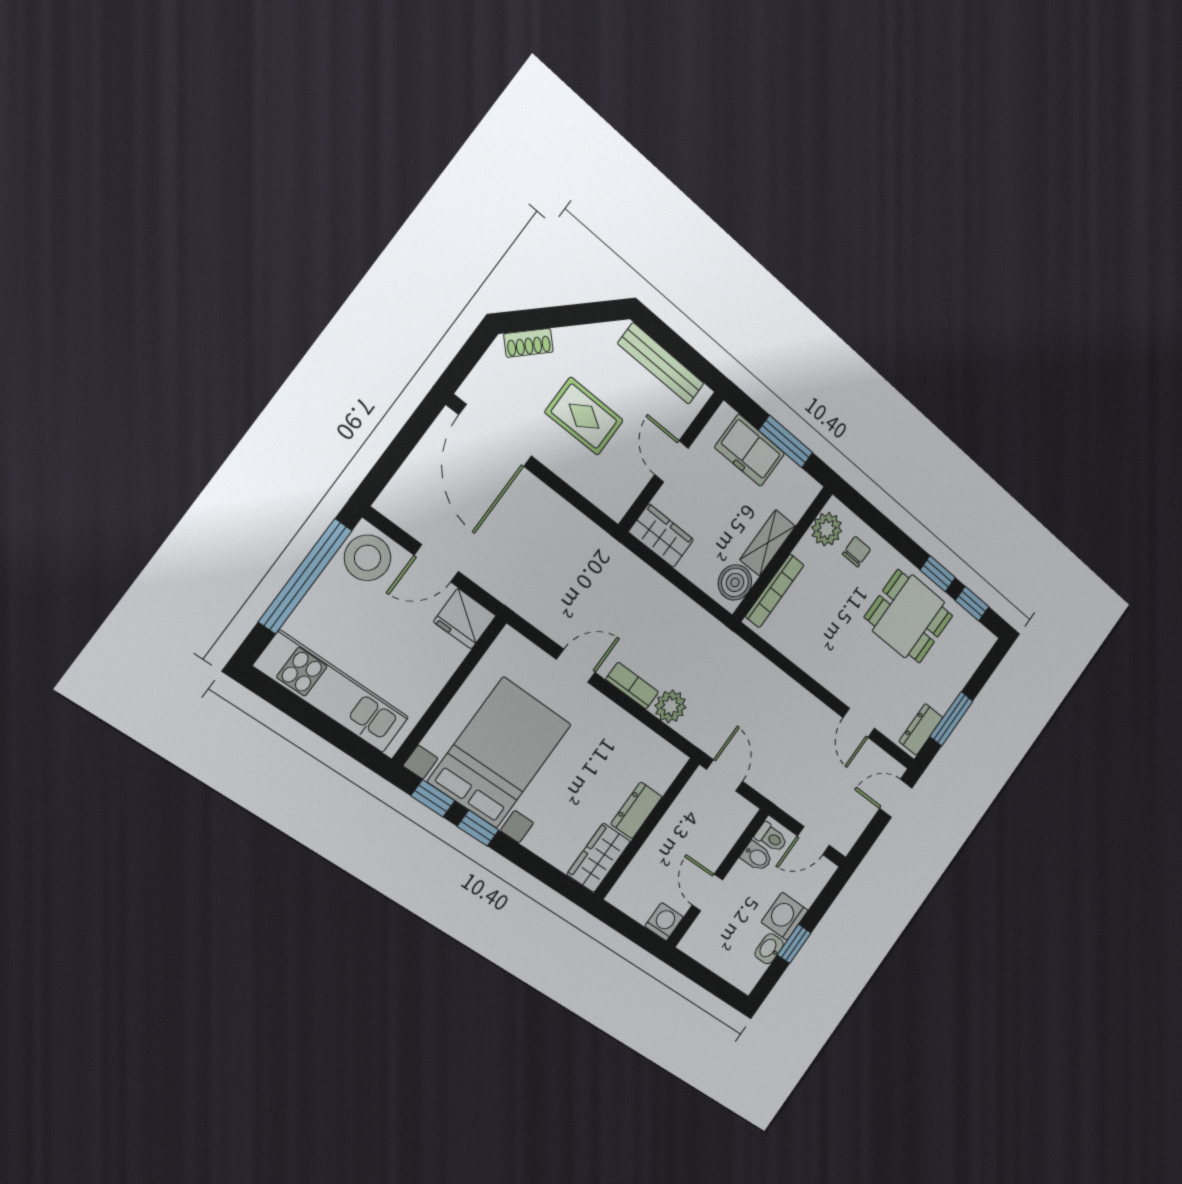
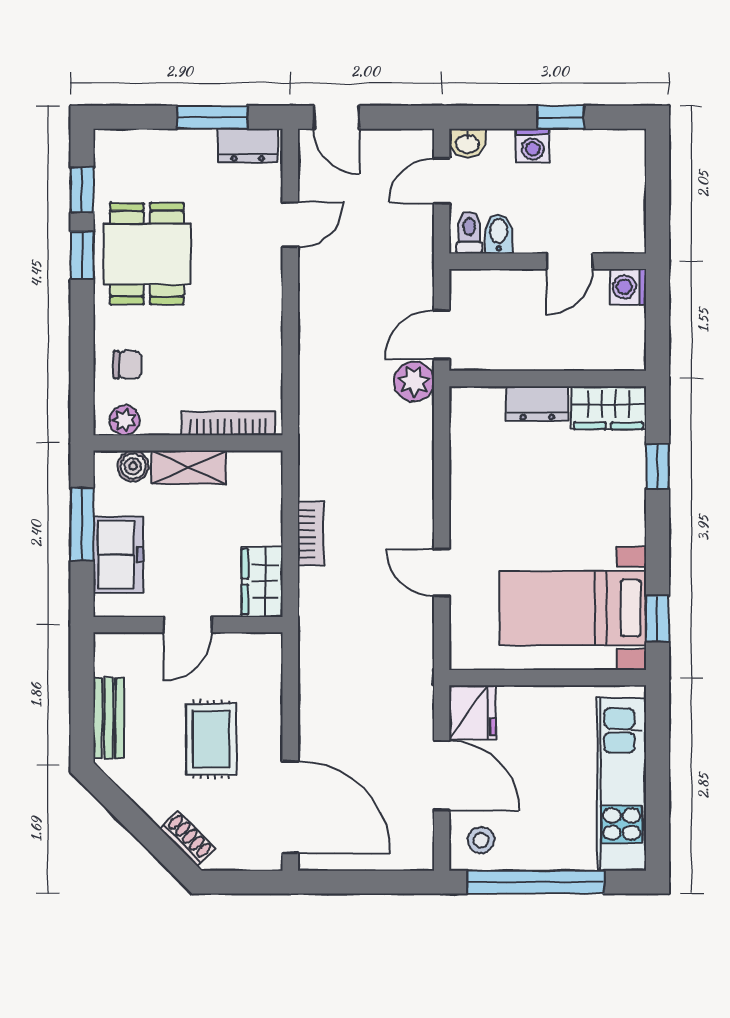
bench: (661, 364) -> (109, 718), width x0.73
door: (495, 435) -> (290, 807), hinge flipped
plant: (827, 529) -> (125, 420), width x0.73, depth x0.73
chair: (856, 552) -> (127, 365), turned 180
stool: (368, 558) -> (481, 840), width x0.53, depth x0.53
door: (436, 563) -> (442, 776), width x1.38
boiler: (735, 582) -> (133, 466), moved, width x0.73, depth x0.73
bookcase: (632, 686) -> (311, 533), moved, turned 180
plant: (670, 706) -> (414, 381), moved
bed with nightstands: (500, 753) -> (573, 608), width x0.73
window: (478, 828) -> (657, 466), moved
door: (813, 841) -> (442, 181), swing flipped
washing machine: (785, 916) -> (533, 146), width x0.73, depth x0.73
washbasin: (769, 949) -> (467, 143), moved

